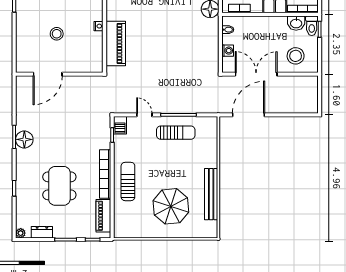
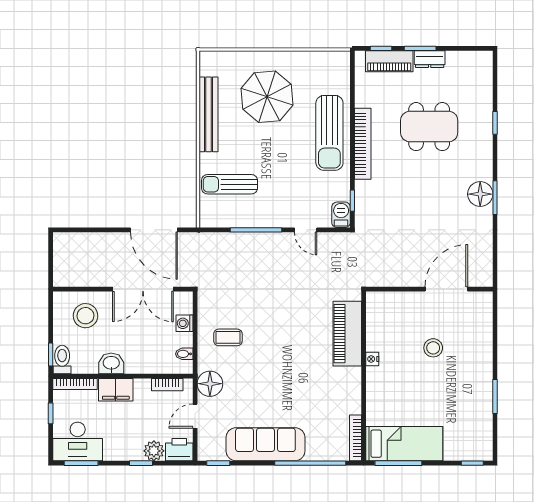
washbasin: (296, 23) -> (111, 363), moved
coffee table: (198, 41) -> (228, 337), added
door: (249, 115) -> (154, 230), hinge flipped
sun lounger: (176, 133) -> (230, 184), moved
sun lounger: (128, 181) -> (329, 133), width x1.36, depth x1.34
dining table: (59, 186) -> (429, 127), turned 90
piano: (103, 216) -> (389, 61), moved, turned 90
dresser: (42, 232) -> (430, 59), moved
plant: (21, 233) -> (486, 58), removed

